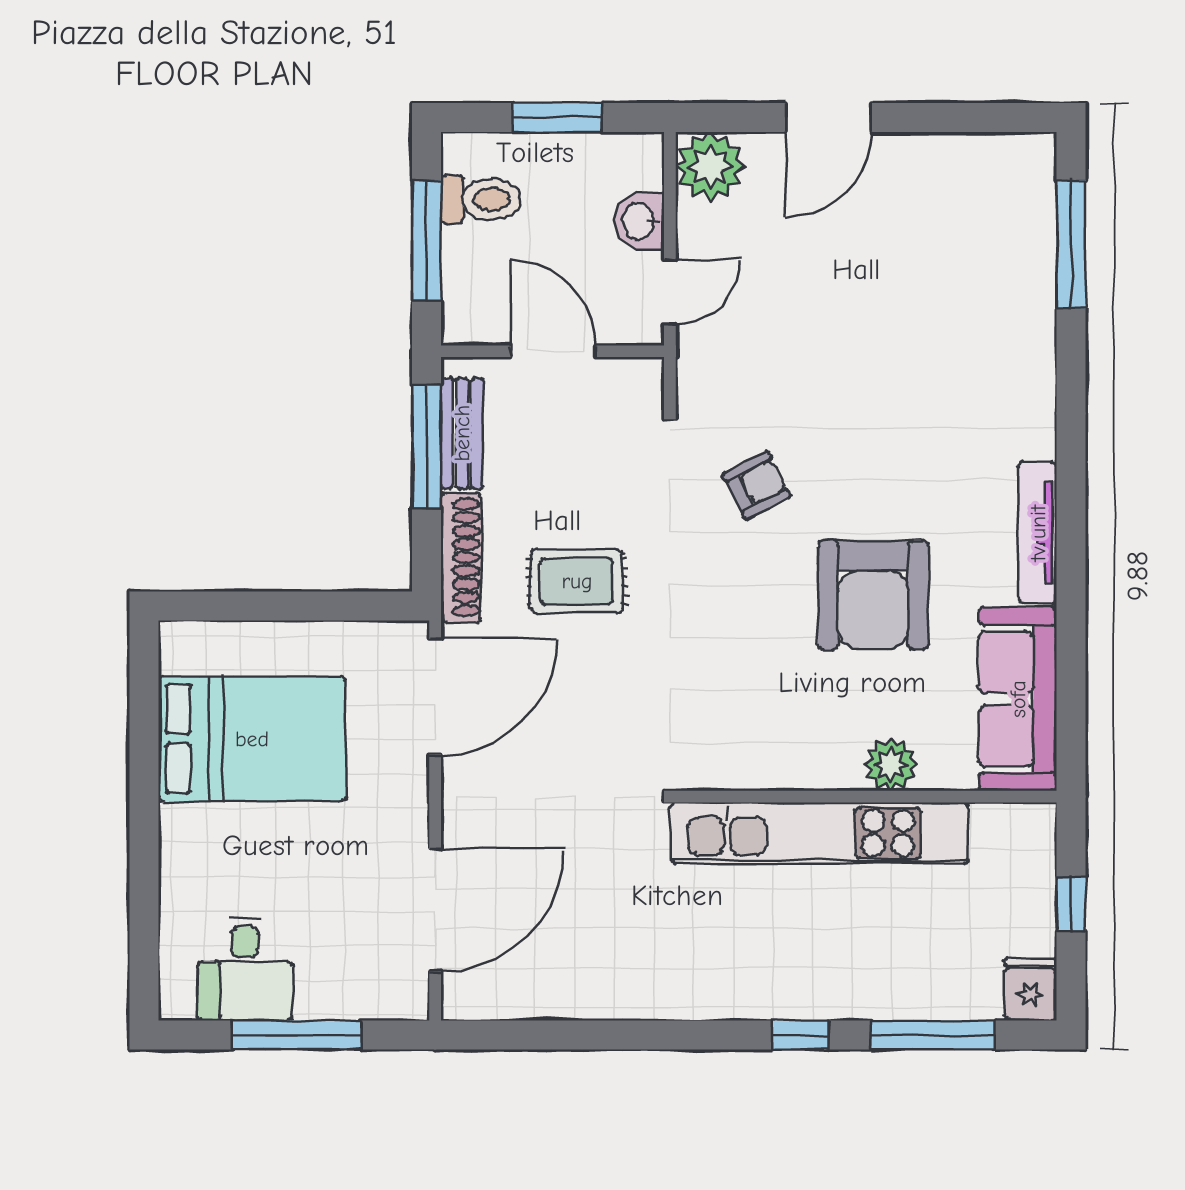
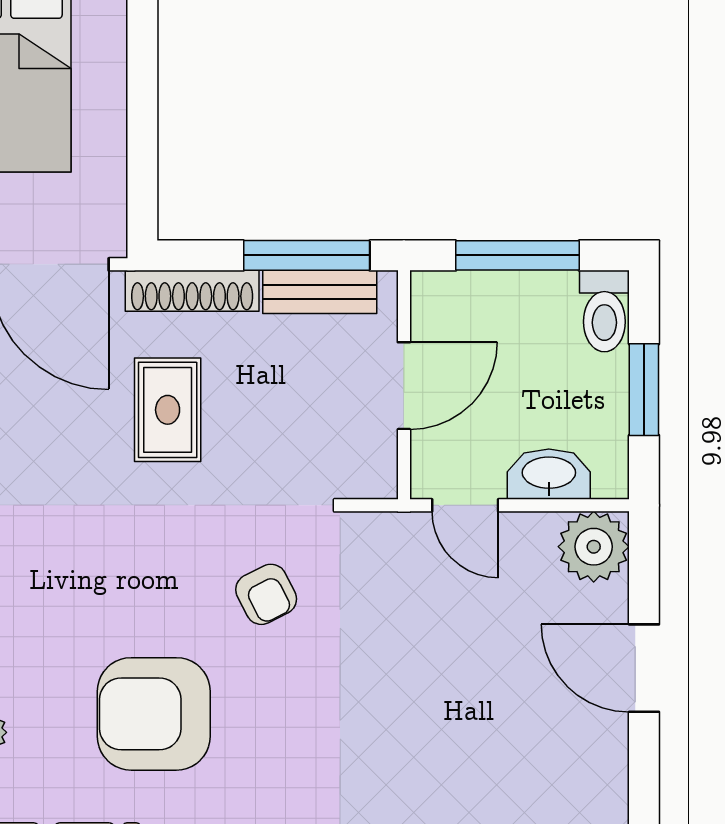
toilet: (481, 200) -> (604, 311), moved
washbasin: (639, 221) -> (549, 474), width x1.38

